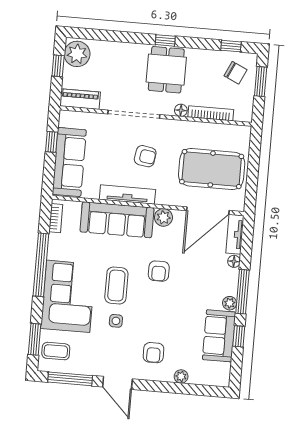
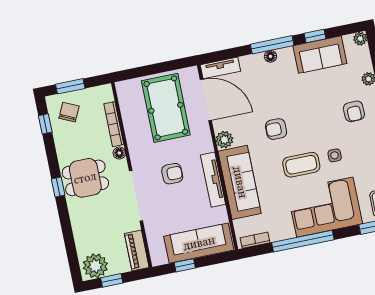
armchair: (145, 156) -> (172, 174), turned 81
floor lamp: (234, 261) -> (270, 56), moved
armchair: (159, 271) -> (276, 129), turned 180
plant: (230, 303) -> (360, 39), moved
armchair: (154, 353) -> (354, 111), turned 88

